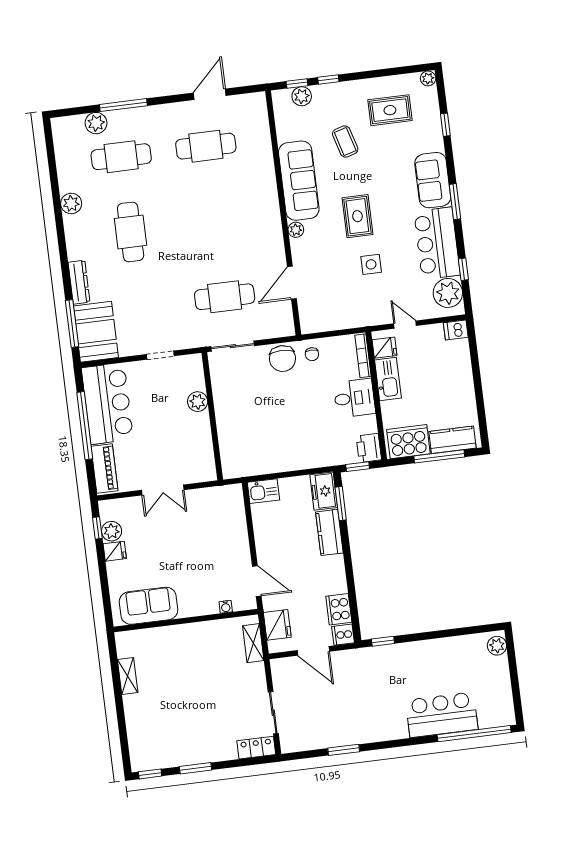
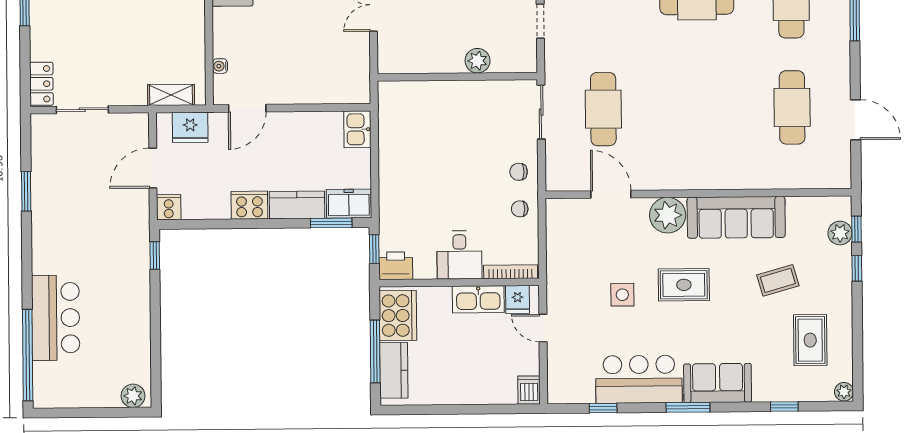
plant: (296, 230) -> (668, 215), width x1.88, depth x1.88
plant: (448, 293) -> (576, 386), removed
door: (405, 325) -> (543, 328), swing flipped
chair: (282, 359) -> (519, 172), width x0.54, depth x0.54
cooker: (339, 609) -> (249, 205), moved

